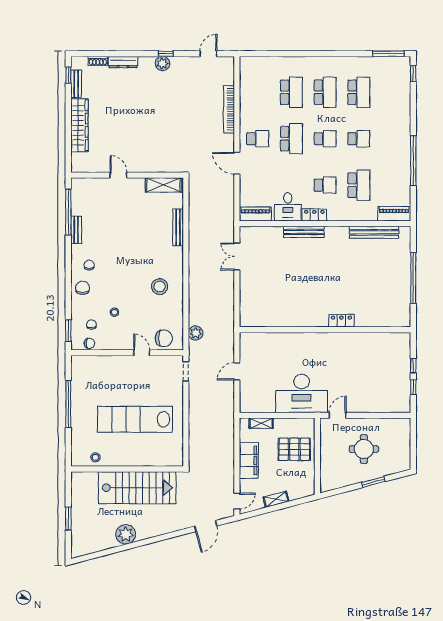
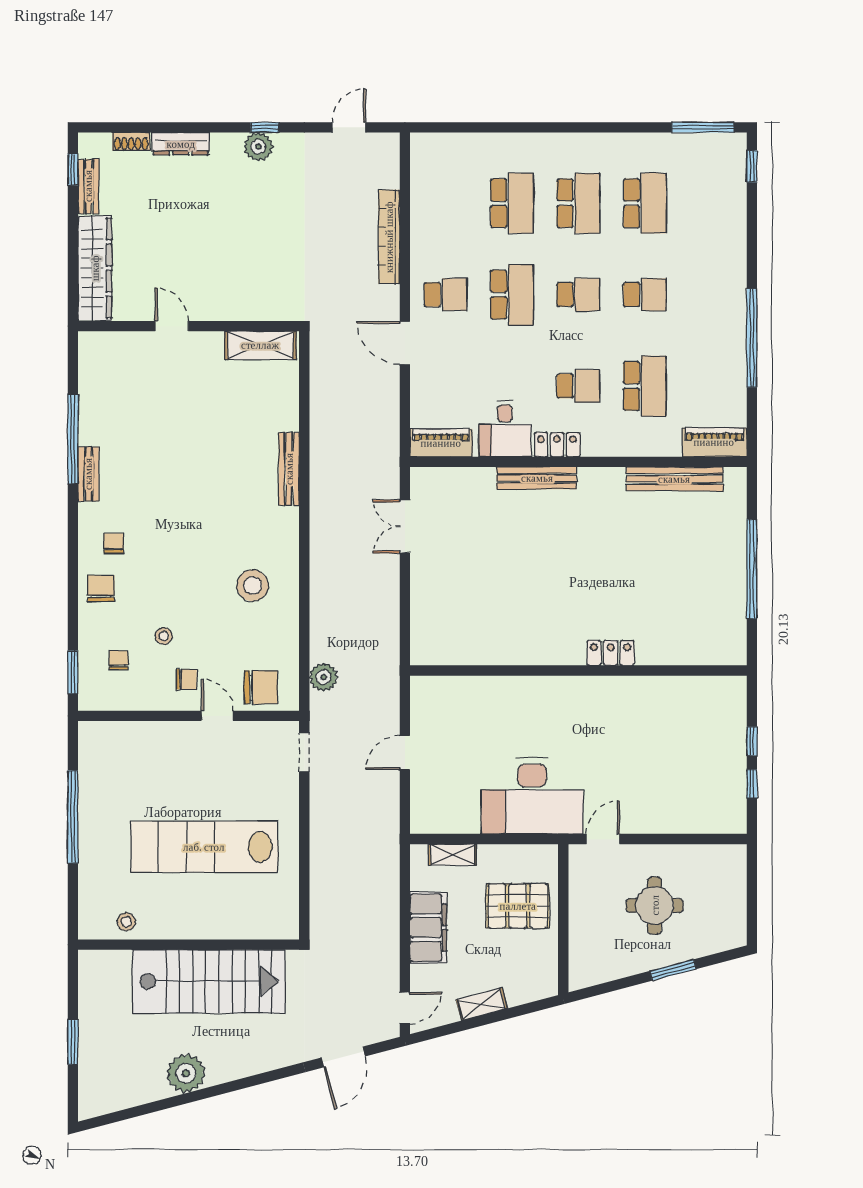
door: (119, 175) -> (172, 326), moved
wall: (127, 175) -> (189, 326), moved
shelving: (164, 185) -> (260, 345), moved
chair: (89, 343) -> (187, 679), moved

